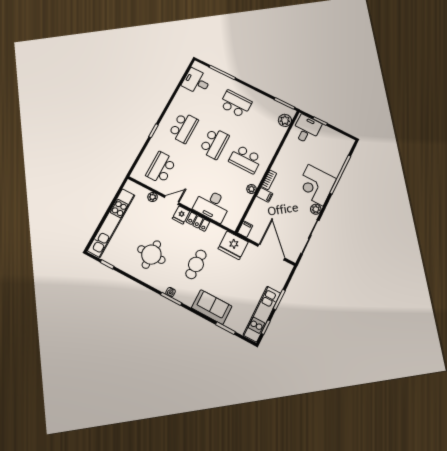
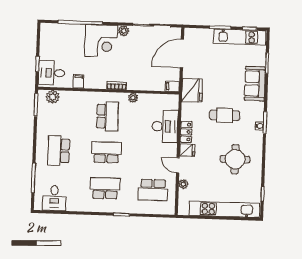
filing cabinet: (265, 195) -> (79, 81), moved

